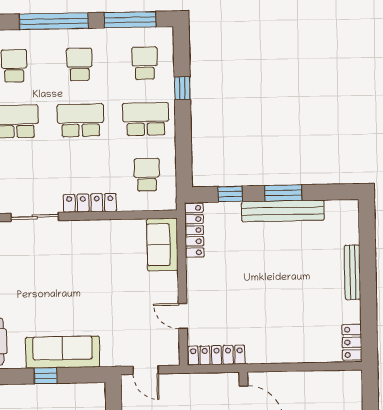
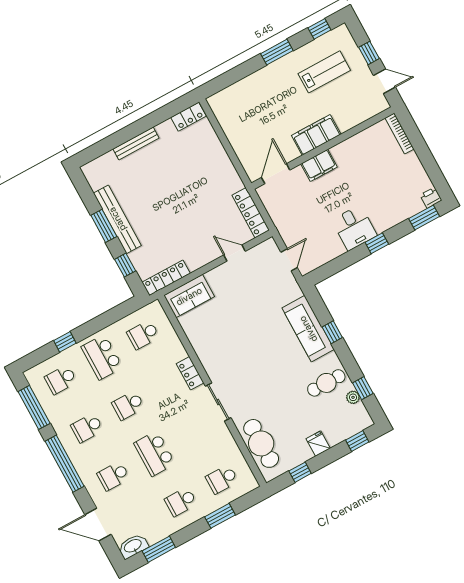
school desk: (80, 120) -> (128, 405), width x0.54
locker: (90, 203) -> (190, 373), width x0.66
door: (183, 316) -> (234, 253), swing flipped

